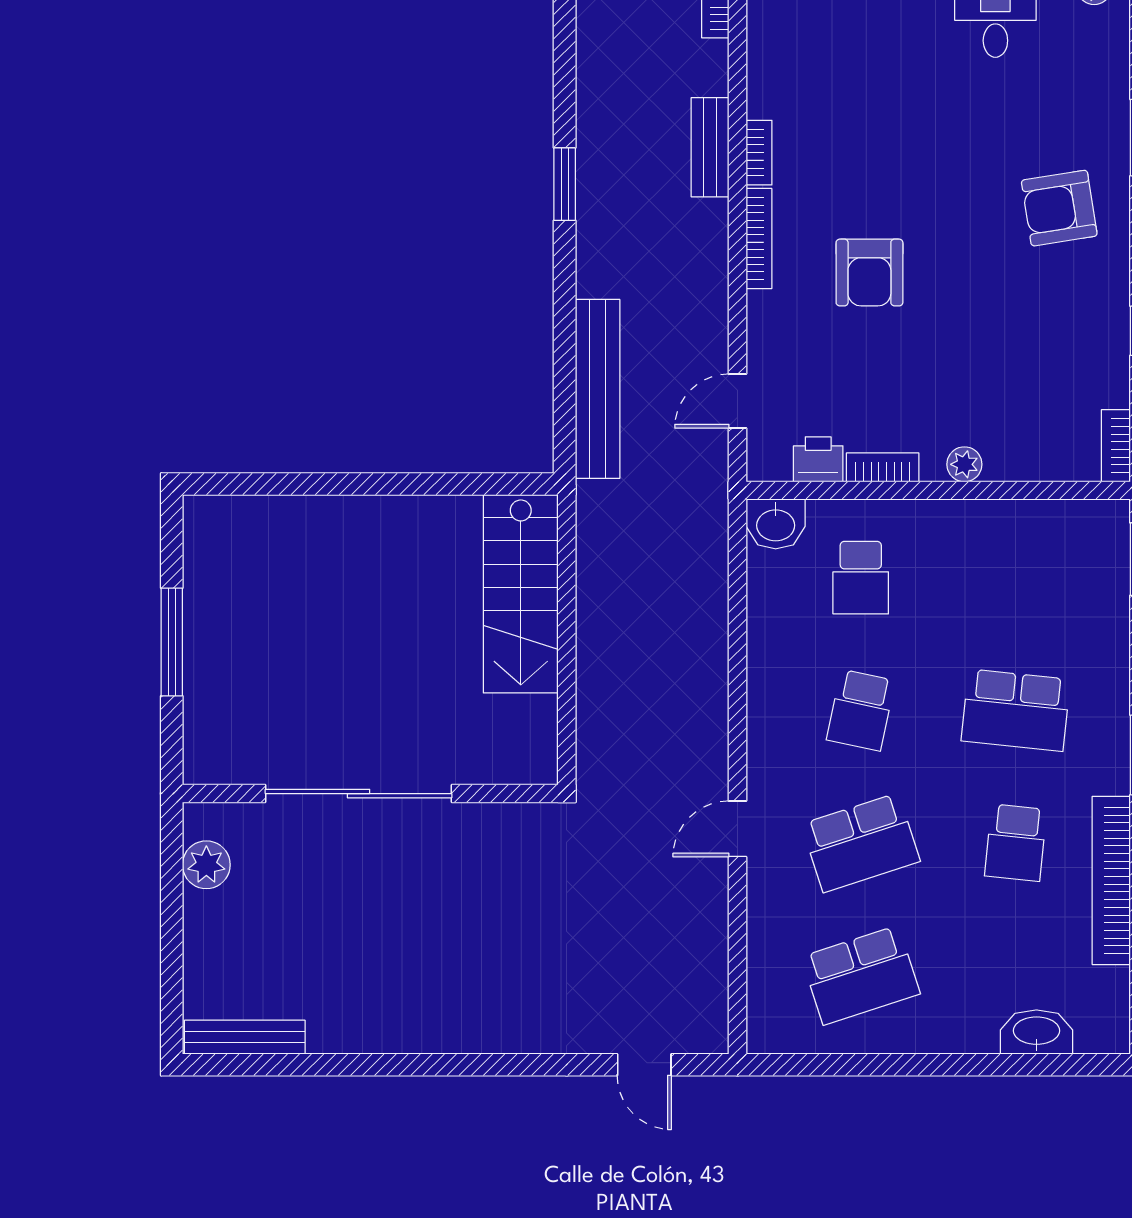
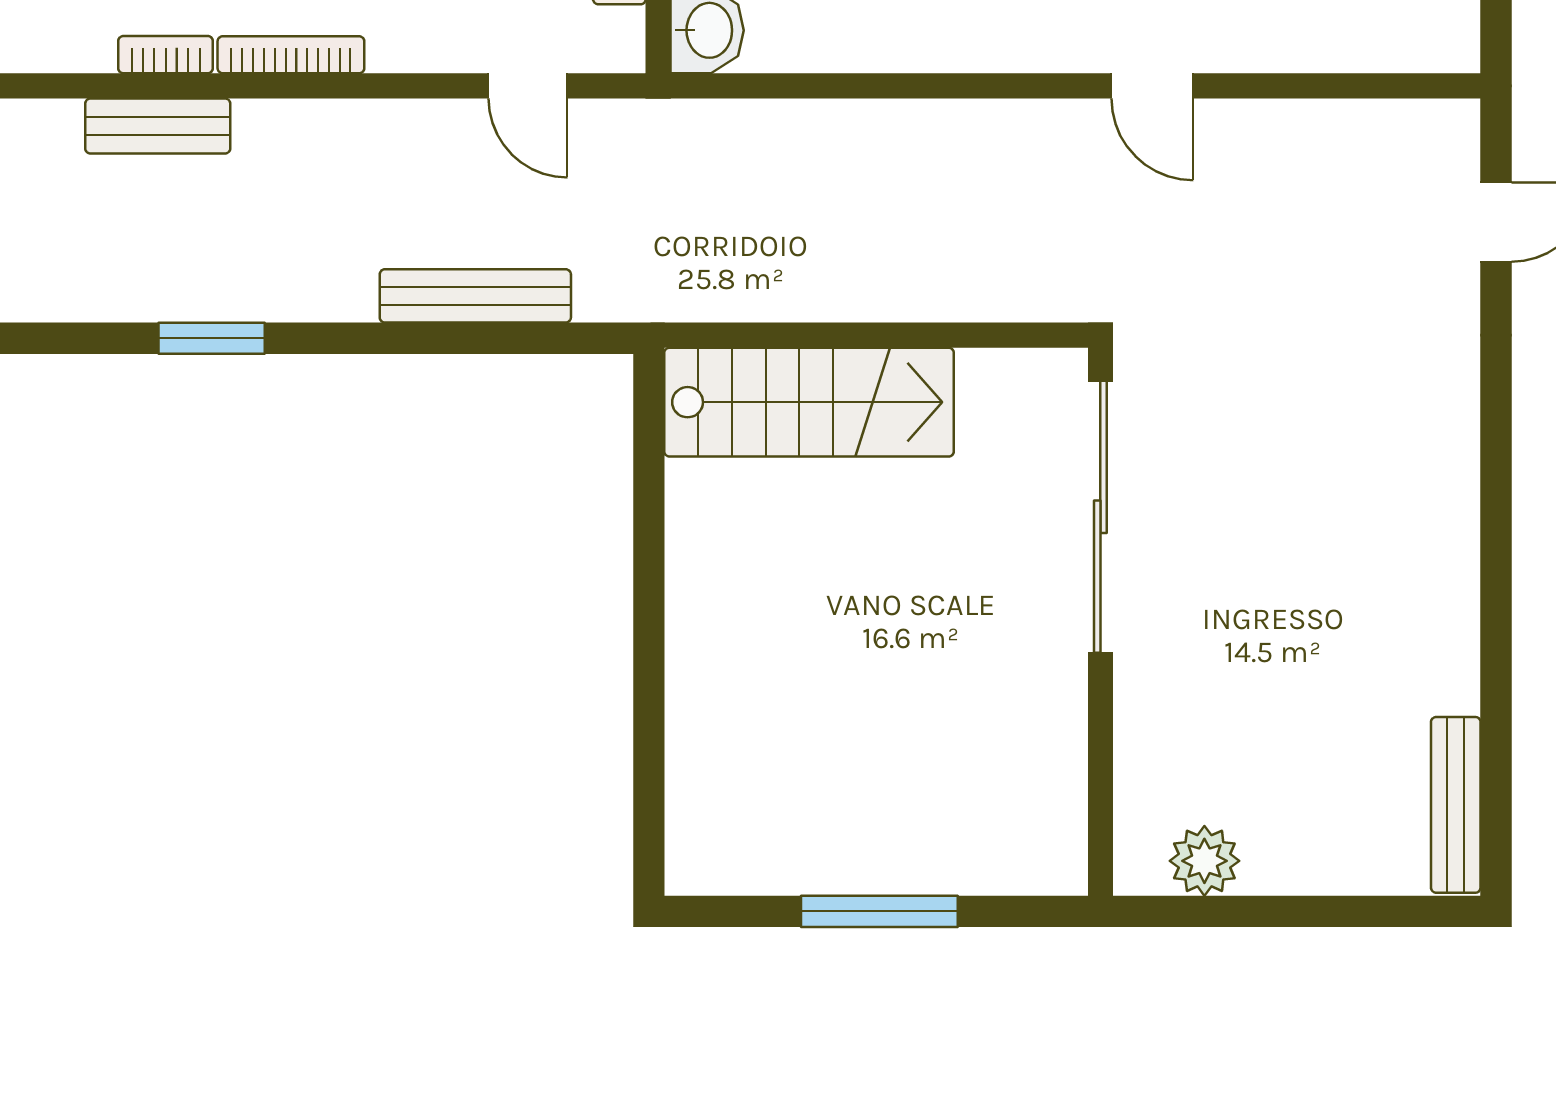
bench: (598, 389) -> (475, 296), width x0.73, depth x0.82
sliding door: (359, 794) -> (1100, 517), moved

